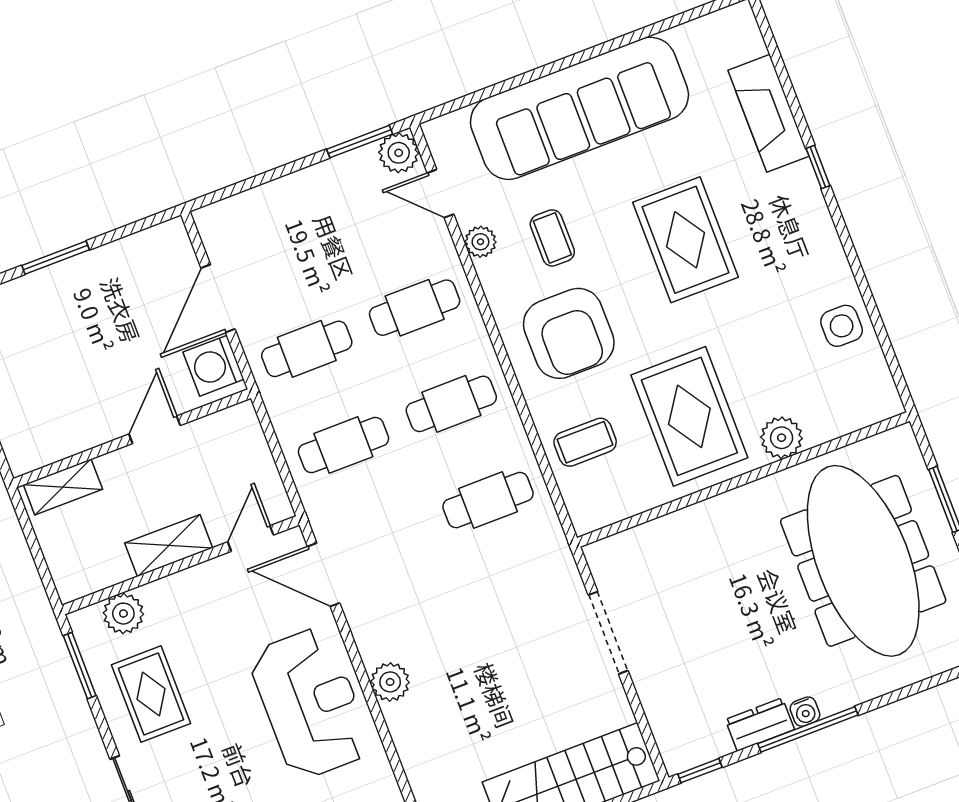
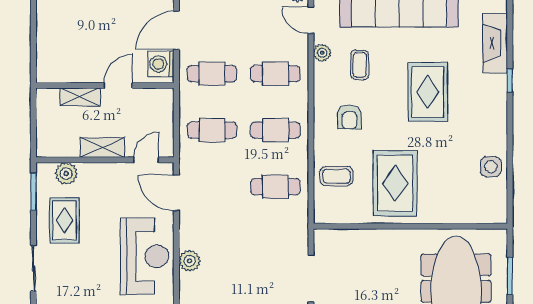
armchair: (569, 333) -> (349, 117), width x0.53, depth x0.53
plant: (782, 438) -> (438, 212), removed
shelving: (63, 487) -> (80, 97), moved

